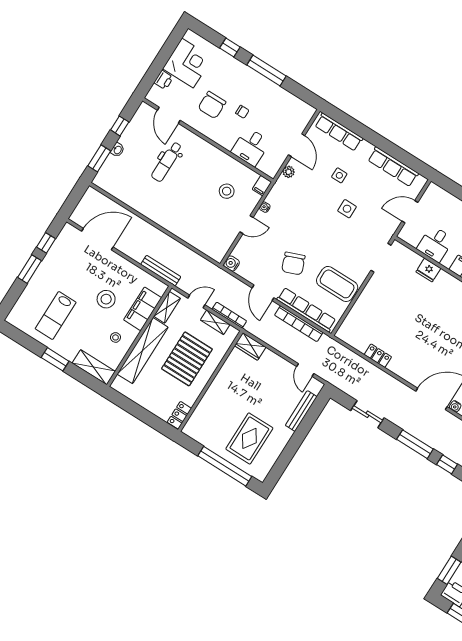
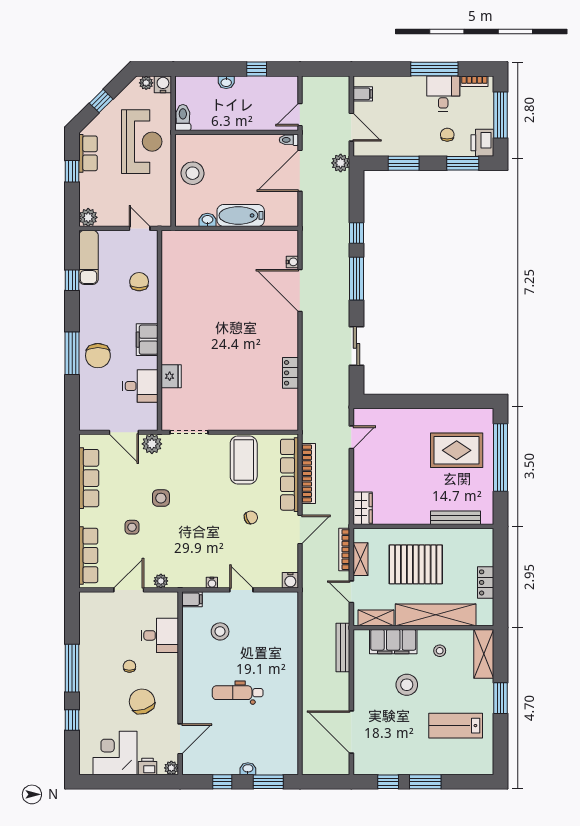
plant: (152, 96) -> (171, 768), added
chair: (212, 105) -> (142, 701), turned -109
dental chair: (167, 162) -> (238, 693), moved, turned 180
plant: (389, 226) -> (152, 444), added
chair: (293, 263) -> (251, 517), width x0.54, depth x0.54
lab bench: (56, 316) -> (456, 726), turned 180
bench: (301, 411) -> (455, 518), moved
locker: (179, 415) -> (486, 582), moved, turned 90

